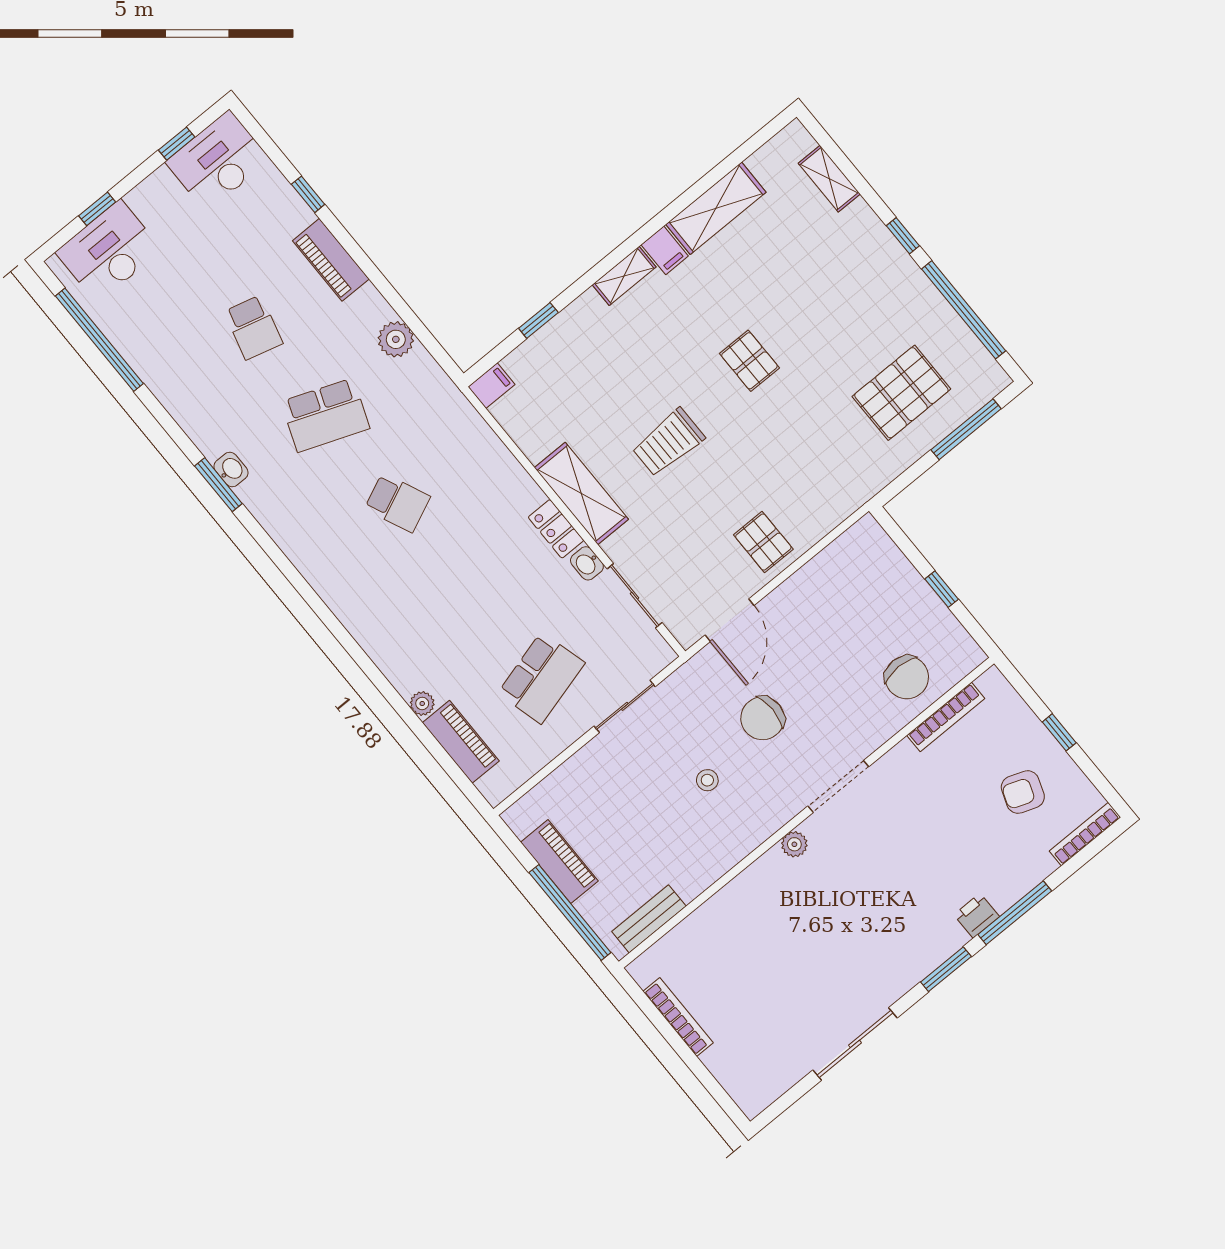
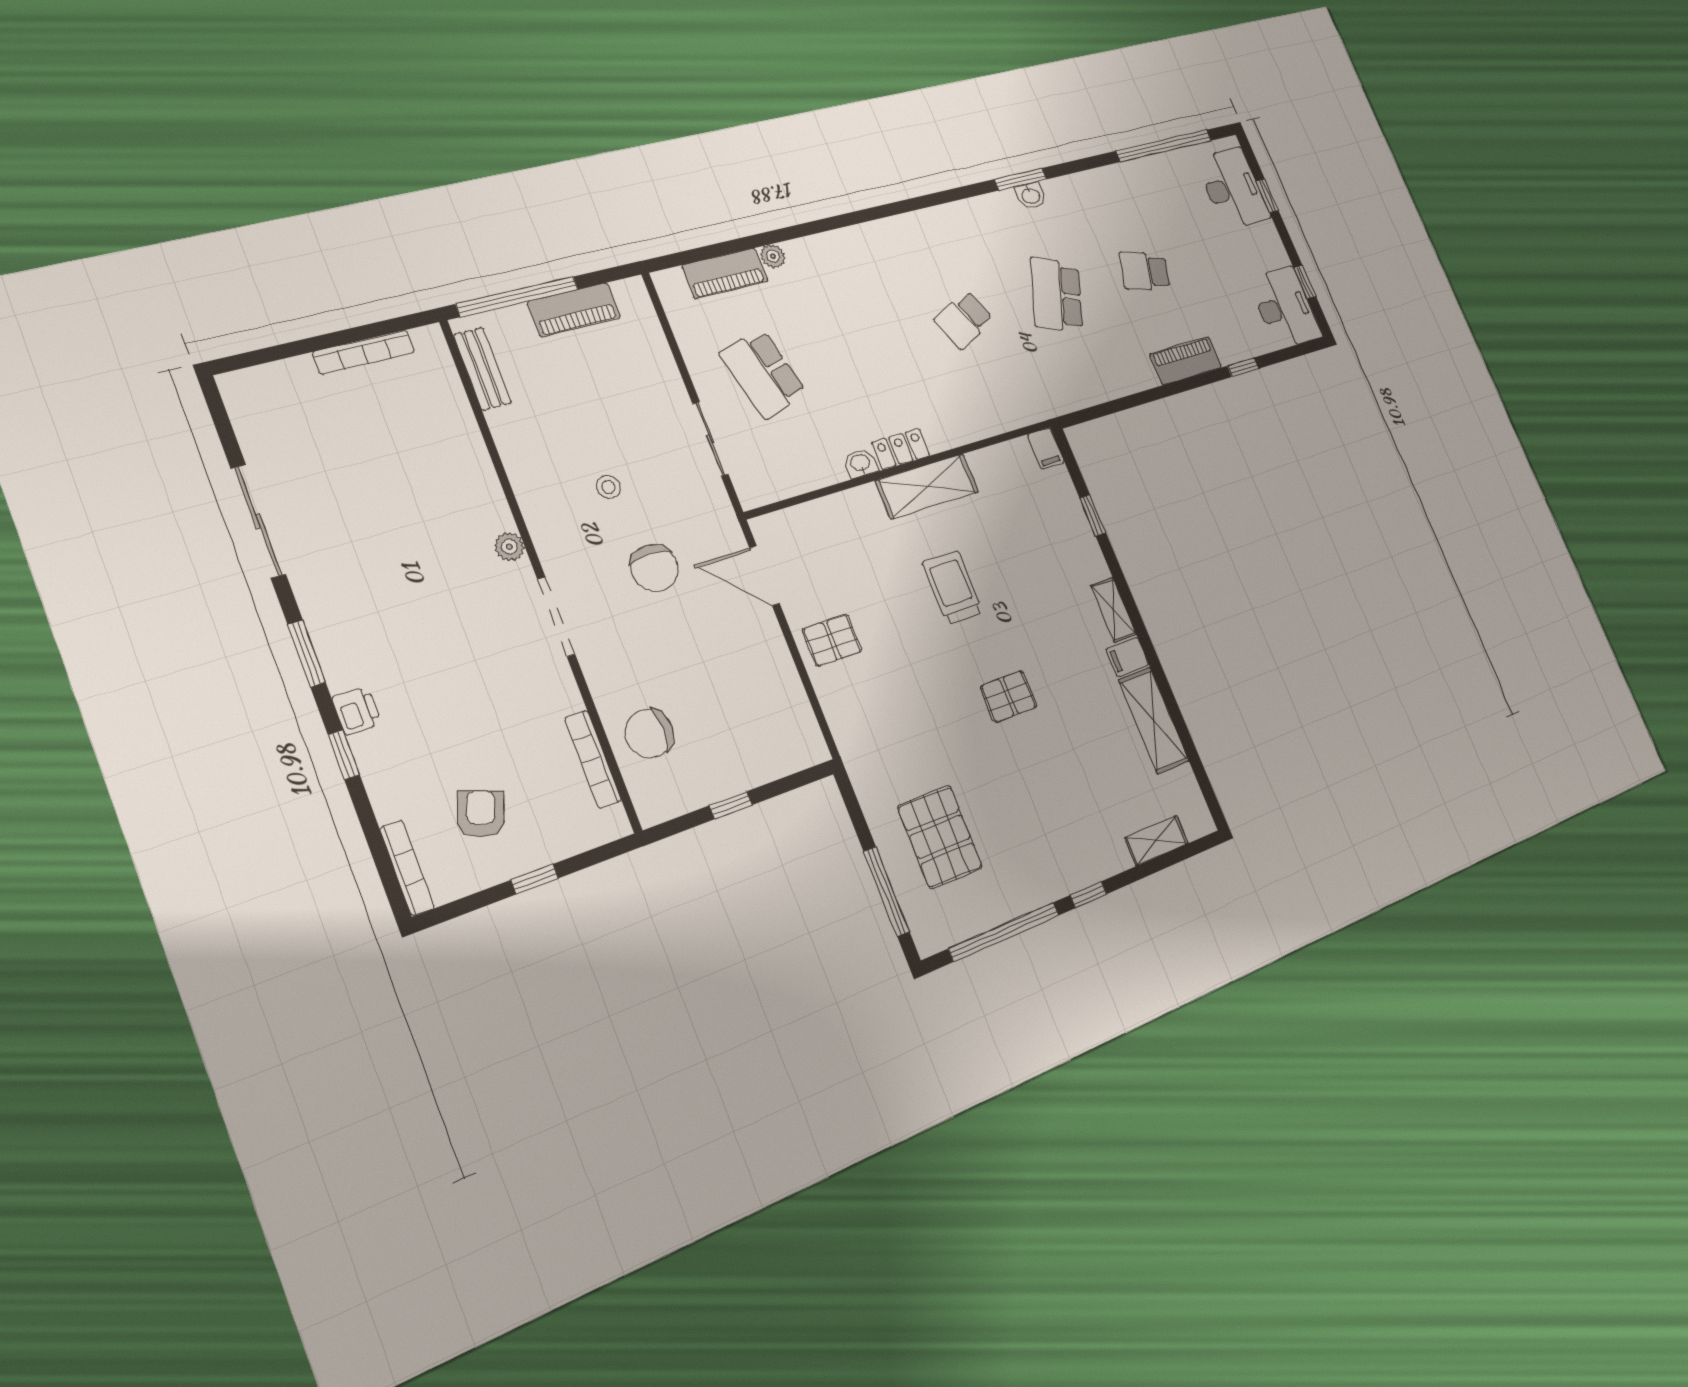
plant: (396, 339) -> (1106, 384), removed
sliding door: (635, 596) -> (816, 494), removed
chair: (762, 718) -> (654, 568), turned 180
window: (1015, 913) -> (344, 755), width x0.46

